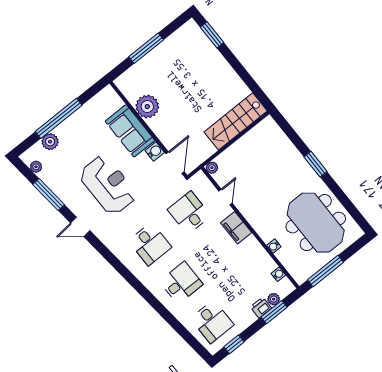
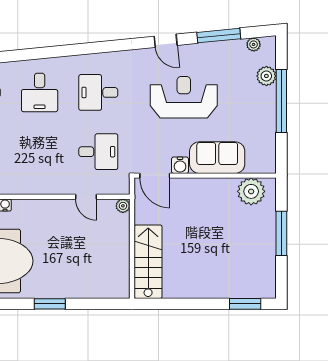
plant: (147, 106) -> (251, 191), moved
reception desk: (108, 185) -> (184, 97), turned 180
door: (80, 227) -> (166, 41), swing flipped
filing cabinet: (236, 228) -> (50, 184), removed

